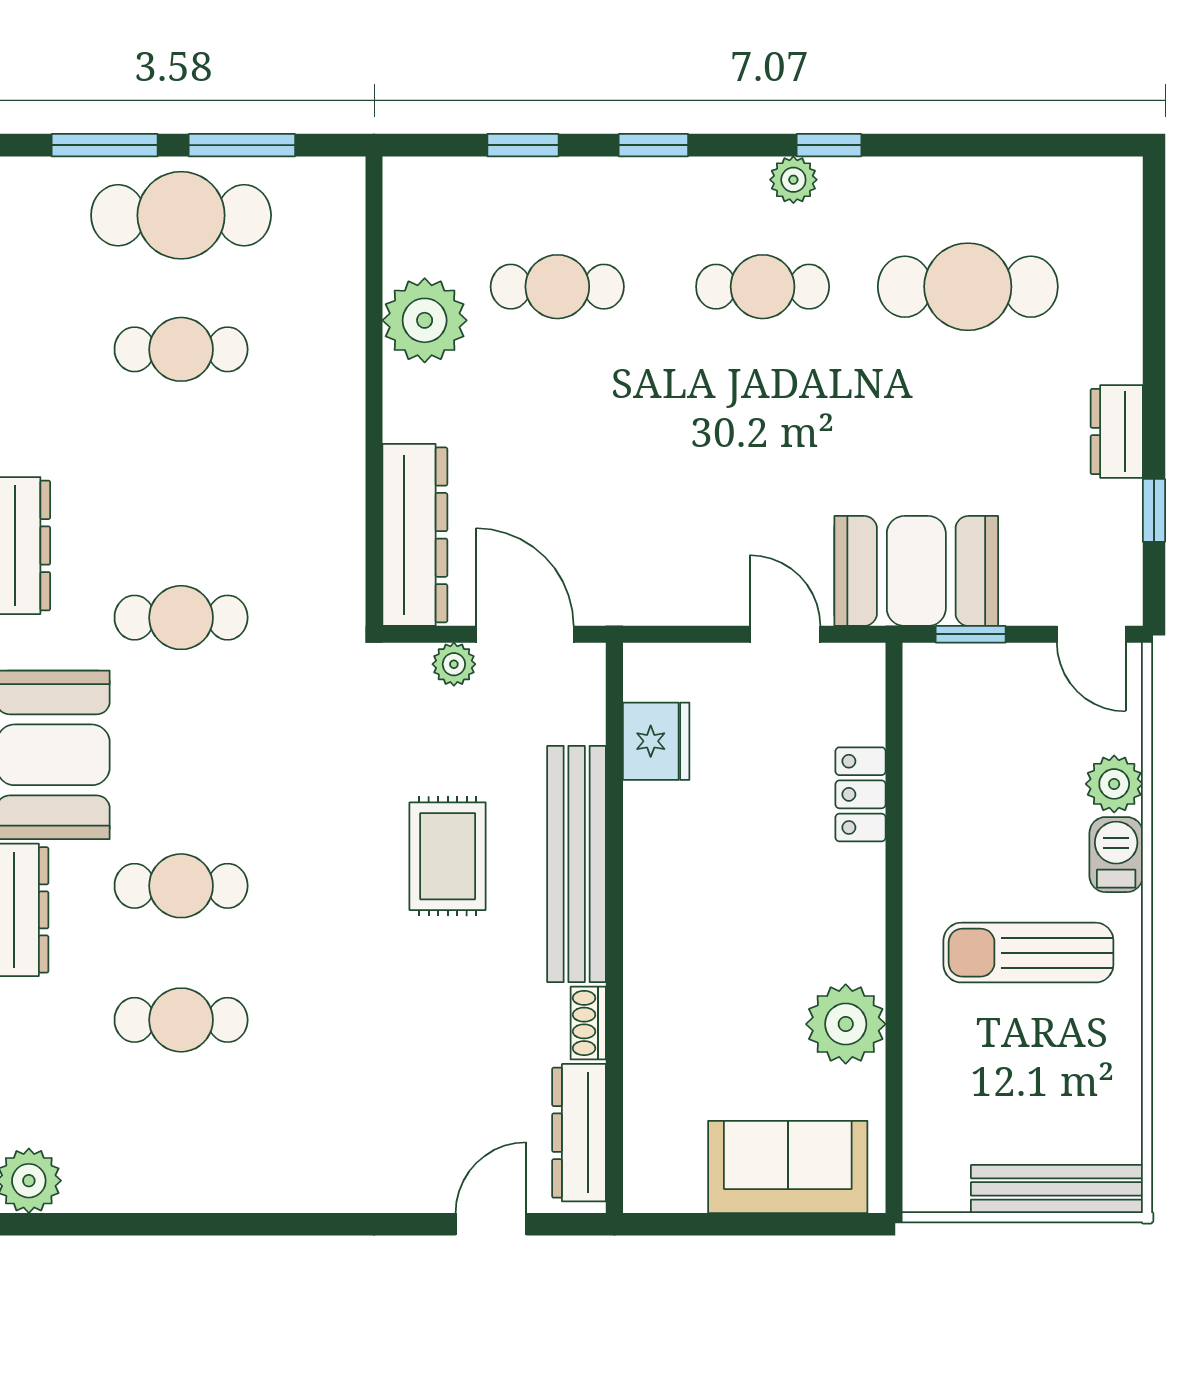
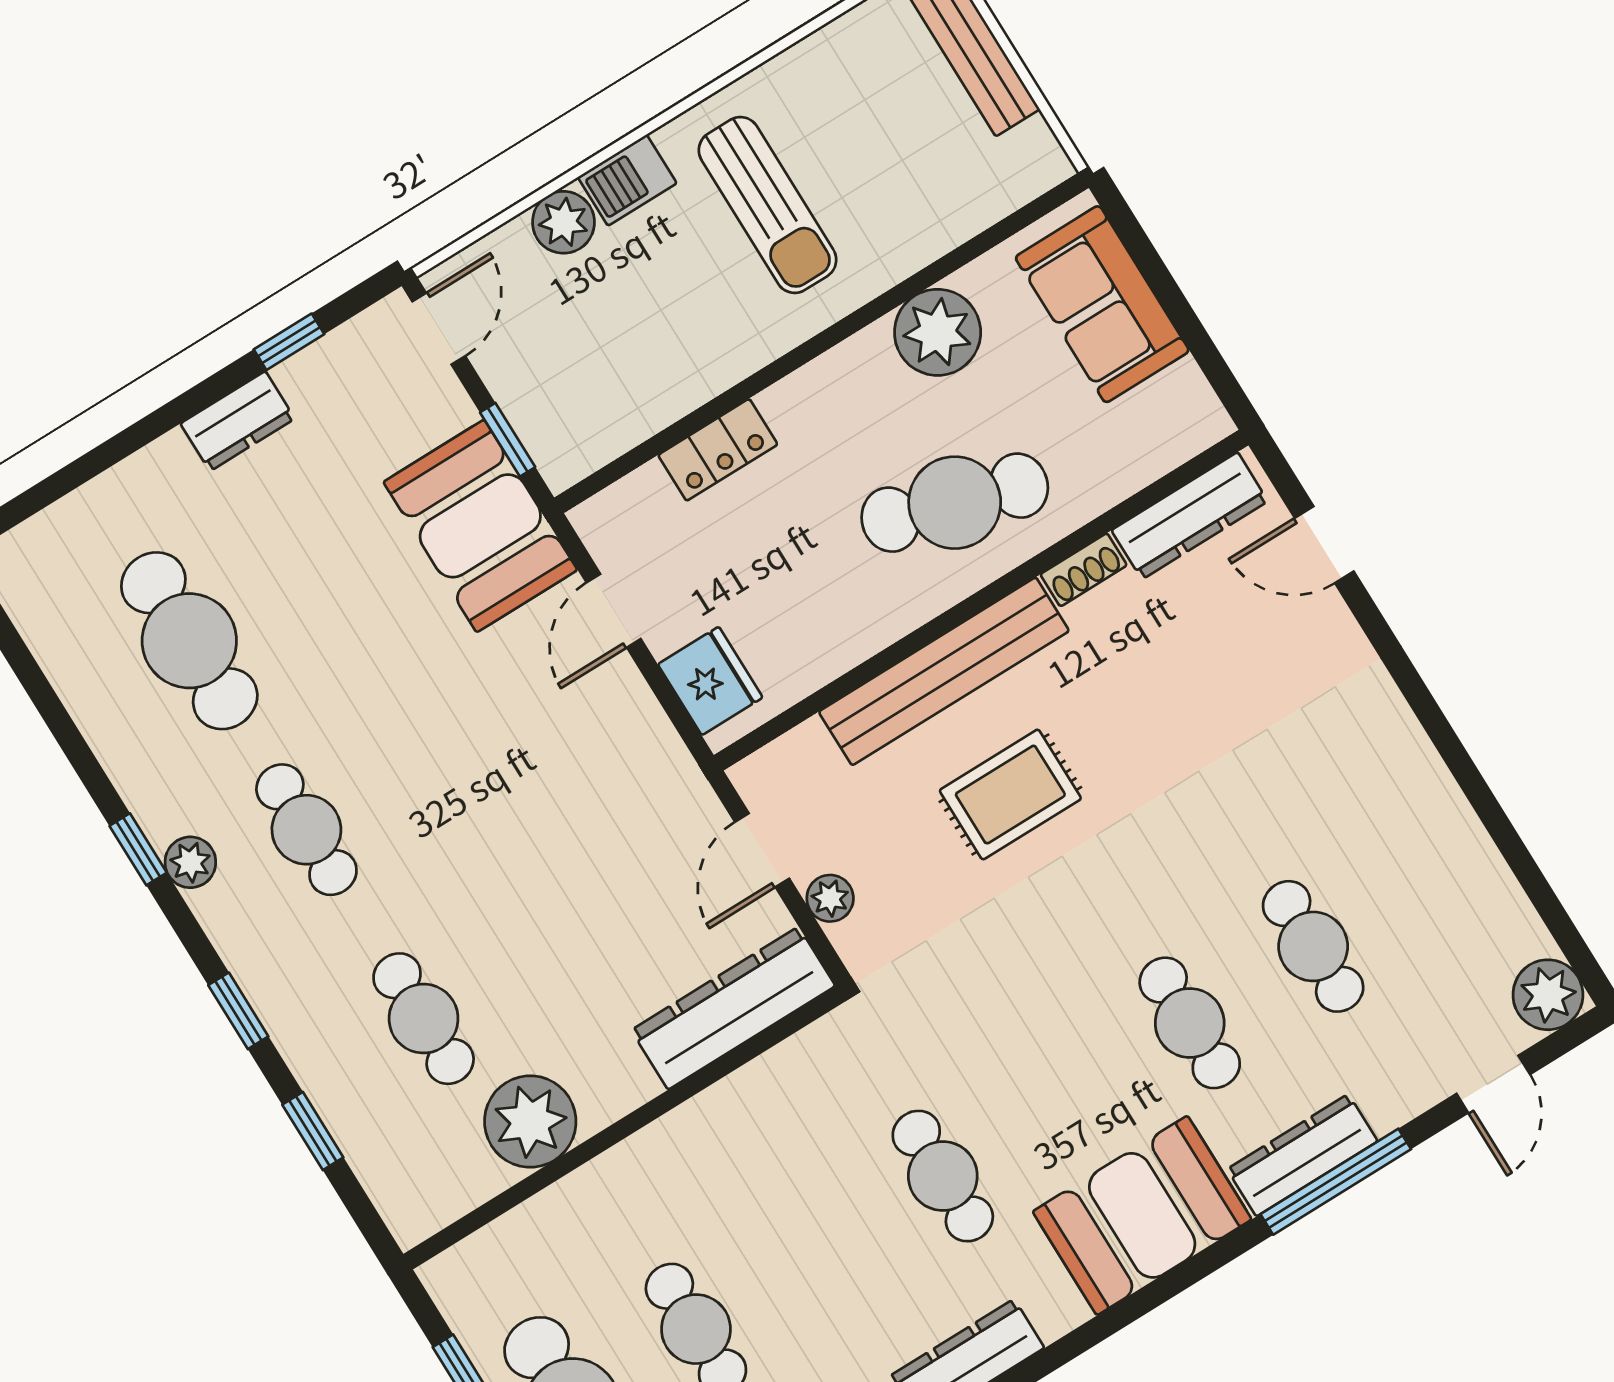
door: (525, 634) -> (762, 850), width x0.73
fridge: (656, 741) -> (710, 681), moved, turned 90
cafe table: (704, 955) -> (955, 503), added

